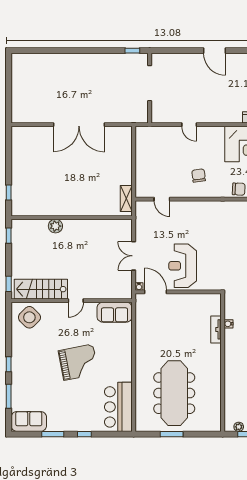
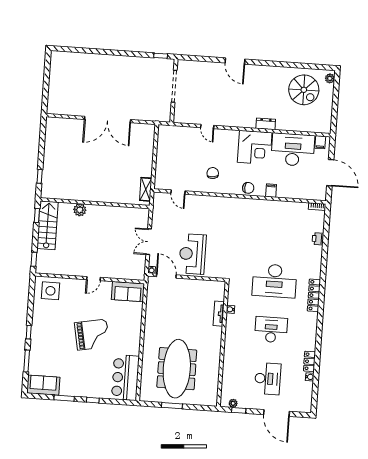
stairs: (41, 289) -> (48, 225), moved, turned 90
side table: (29, 317) -> (50, 291), turned 45

